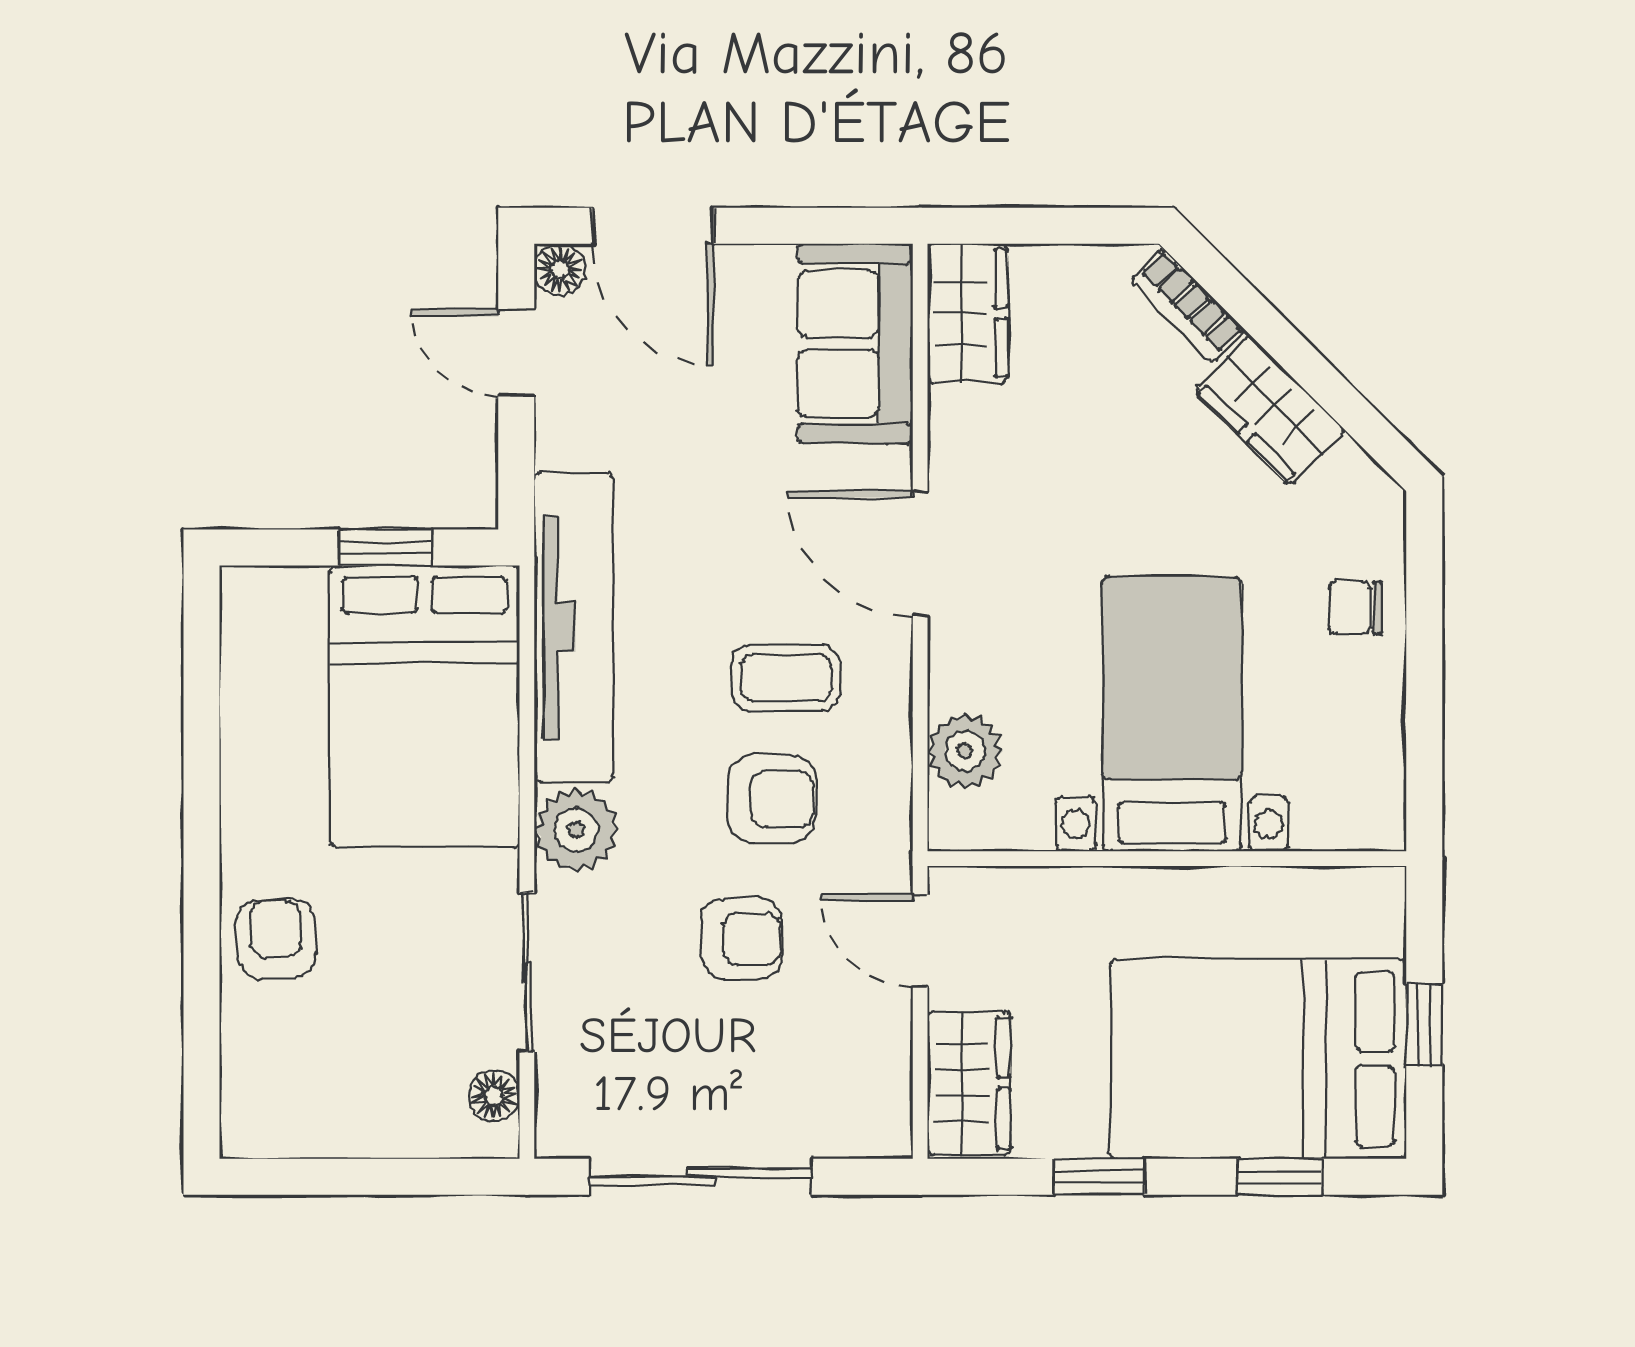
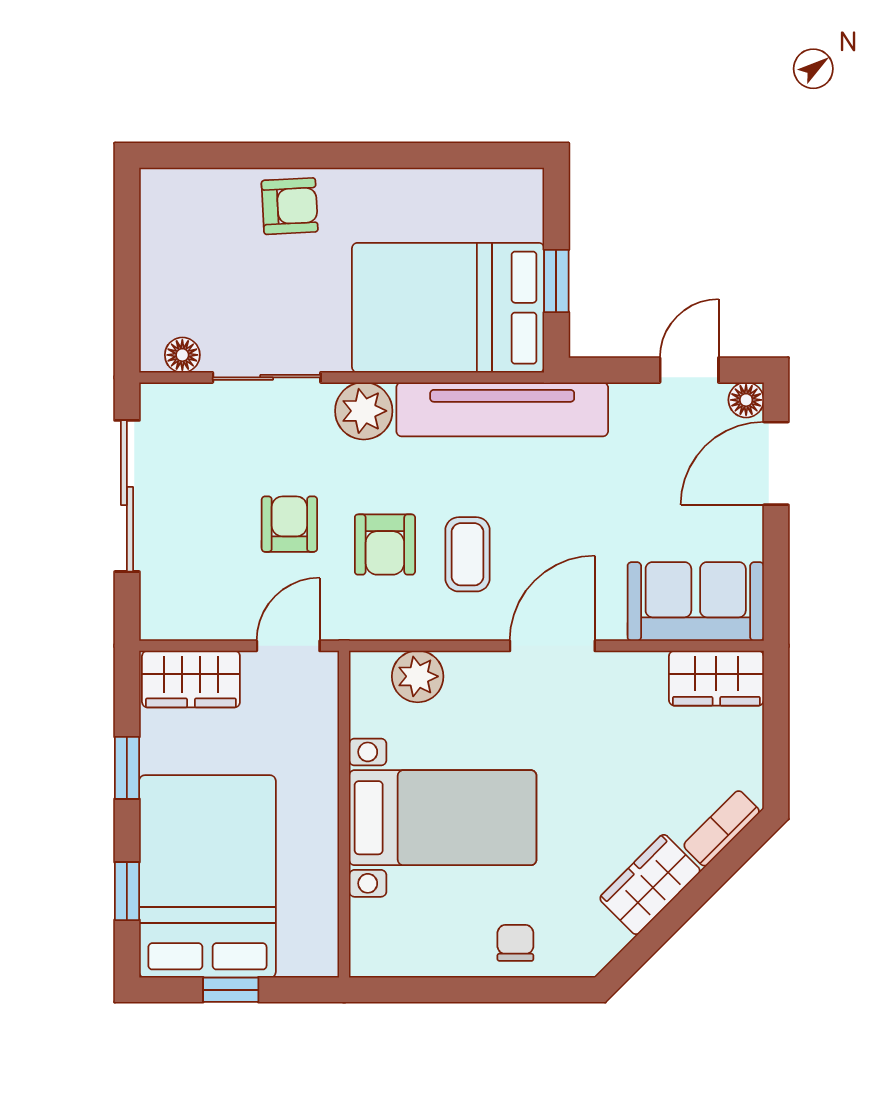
armchair: (742, 939) -> (289, 524), turned 180

